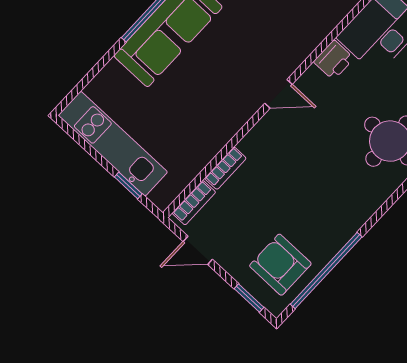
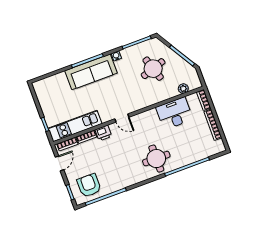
printer: (334, 60) -> (103, 133), moved
kitchen unit: (113, 144) -> (75, 126), moved, turned -90
door: (198, 250) -> (59, 163), swing flipped

